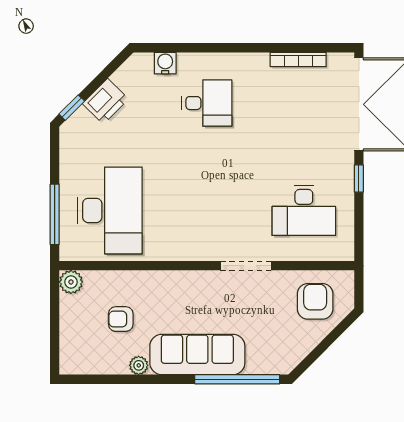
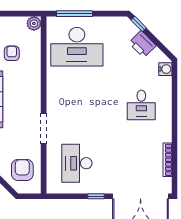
water cooler: (165, 63) -> (165, 69), moved
armchair: (315, 301) -> (22, 170), turned -90

